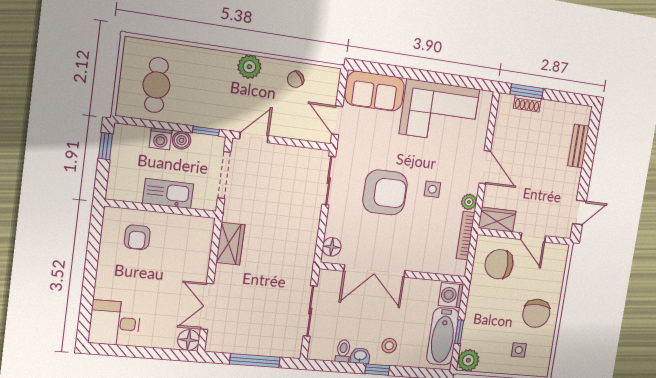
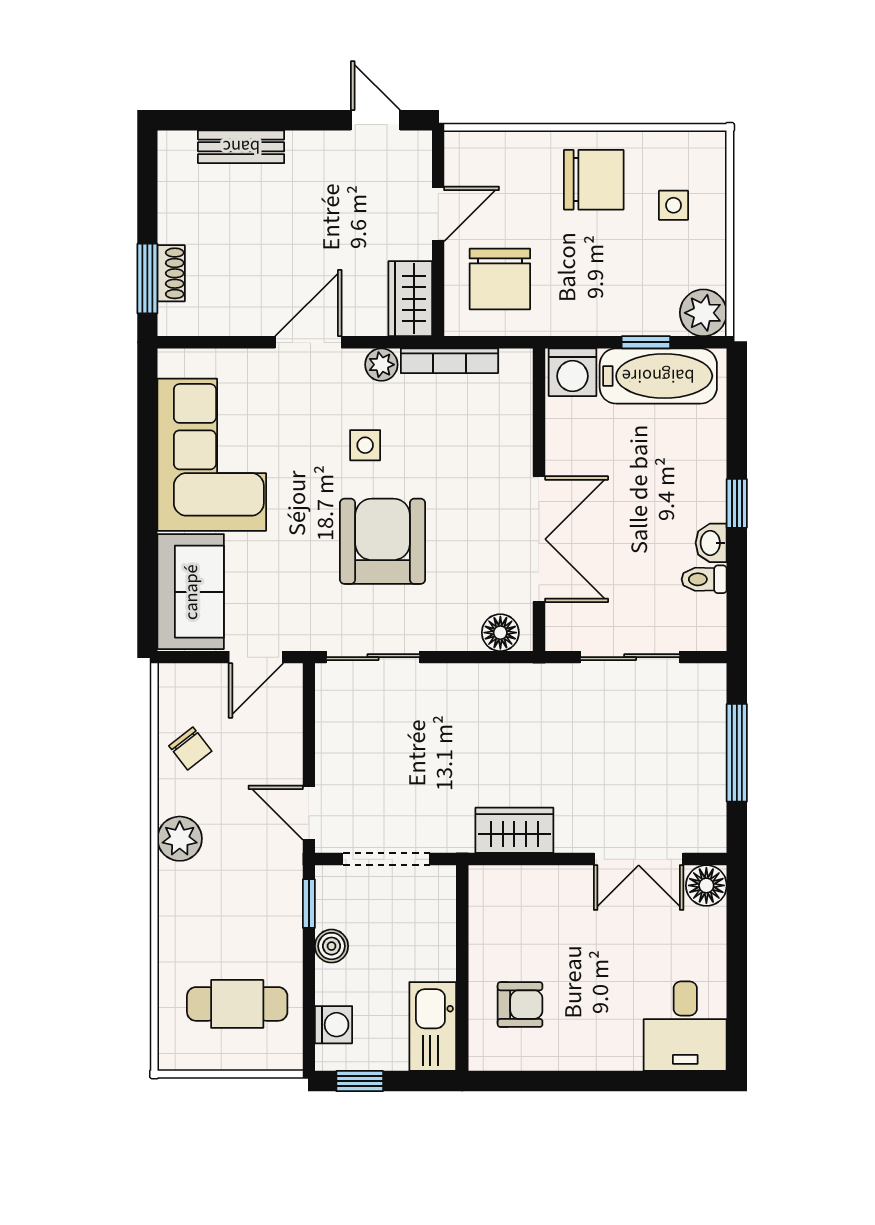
washing machine: (161, 139) -> (334, 1025), moved
kitchen sink: (168, 194) -> (433, 1027), moved
stool: (389, 346) -> (686, 486), removed

